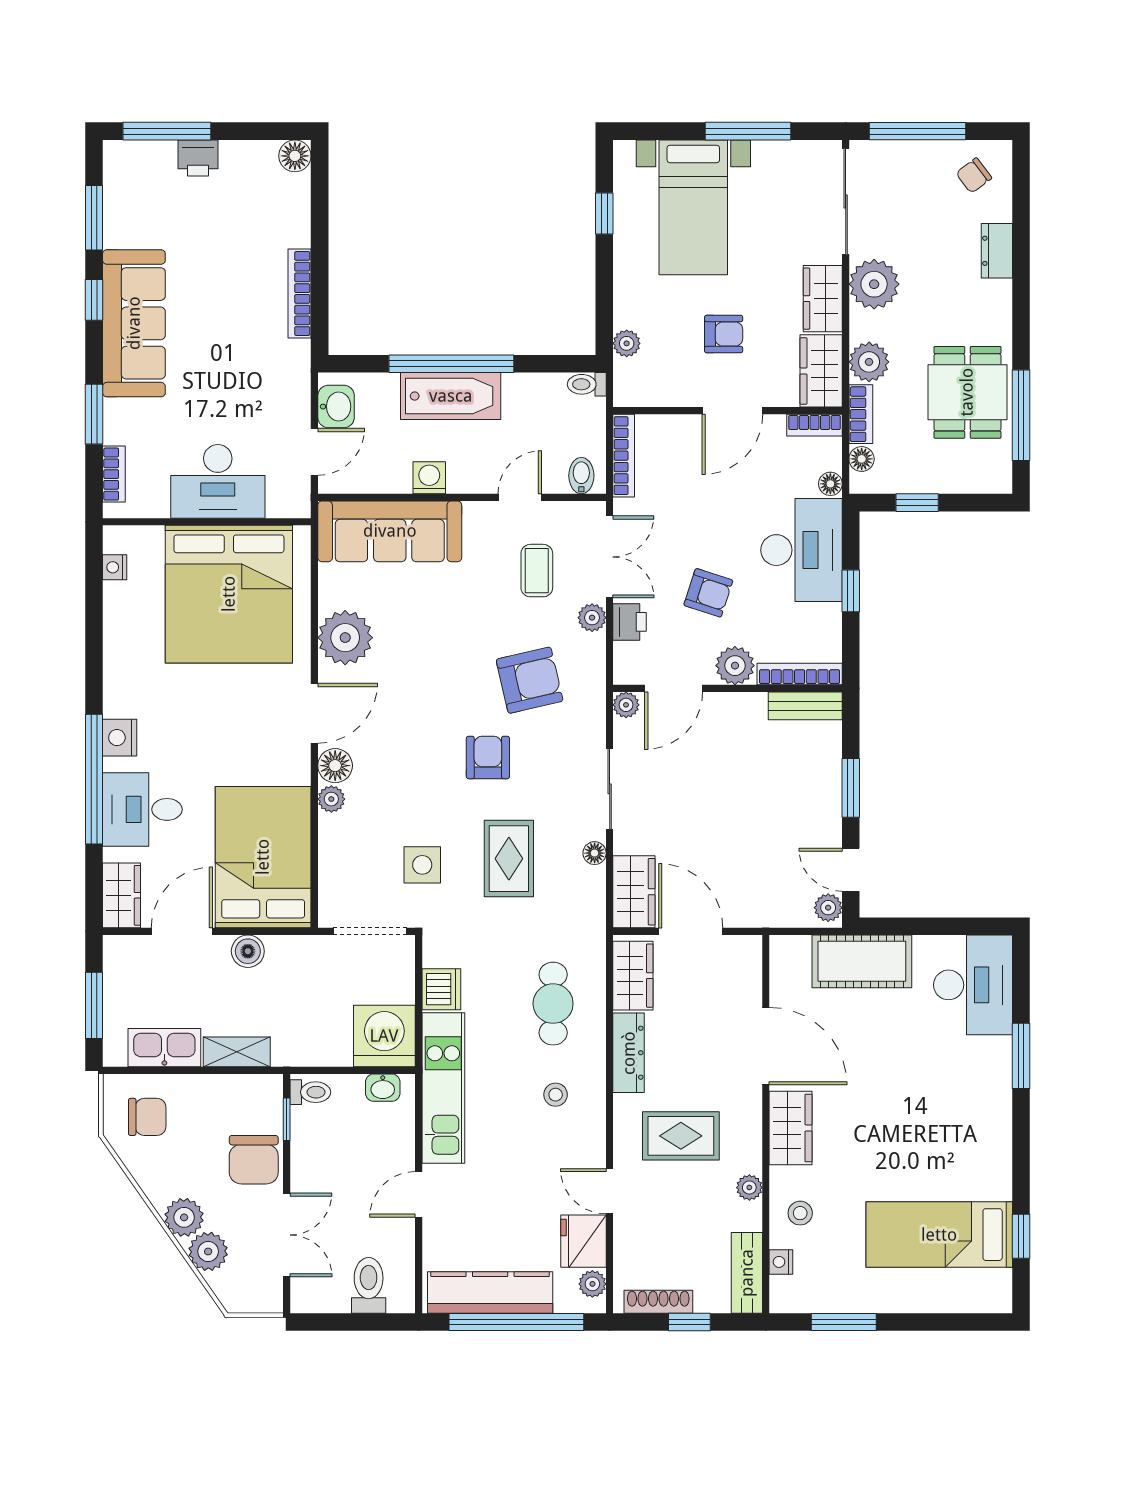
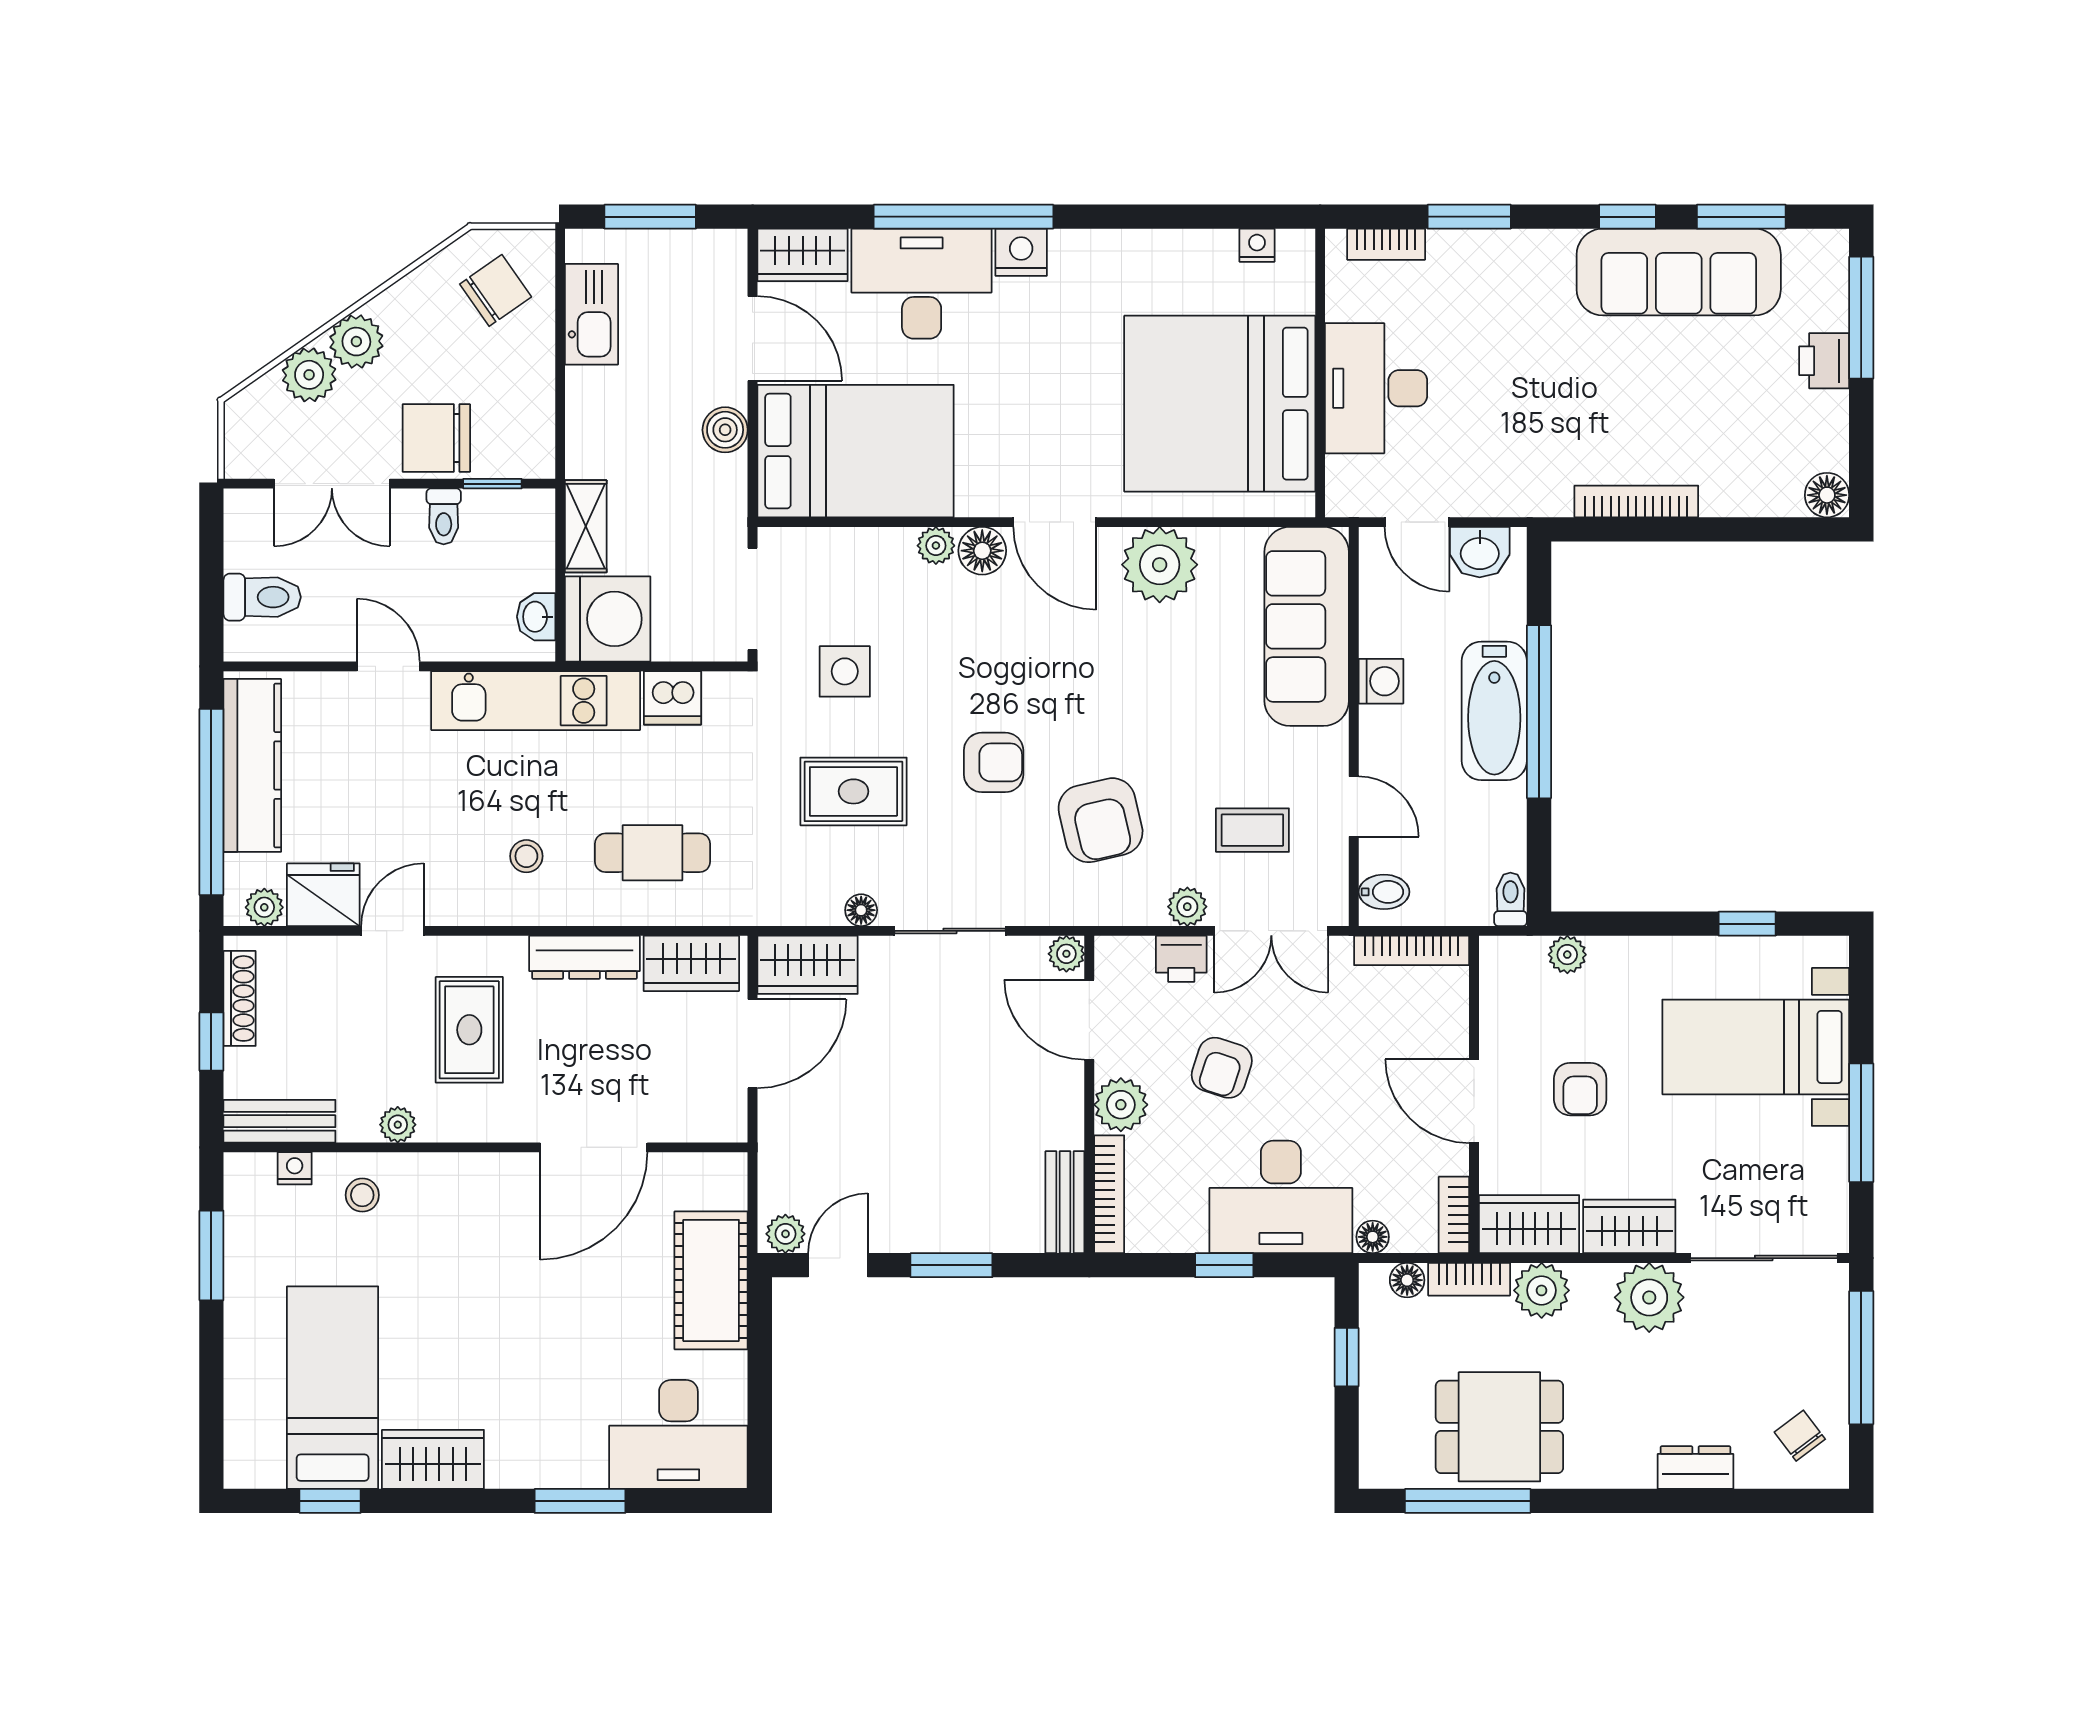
sofa: (134, 323) -> (1679, 272), moved
desk: (142, 809) -> (922, 284), width x1.37
shelving: (237, 1052) -> (586, 526), moved
toilet: (310, 1092) -> (444, 516), moved
chair: (147, 1117) -> (496, 290), turned -125
wardrobe: (791, 1128) -> (433, 1459), moved, turned 180

